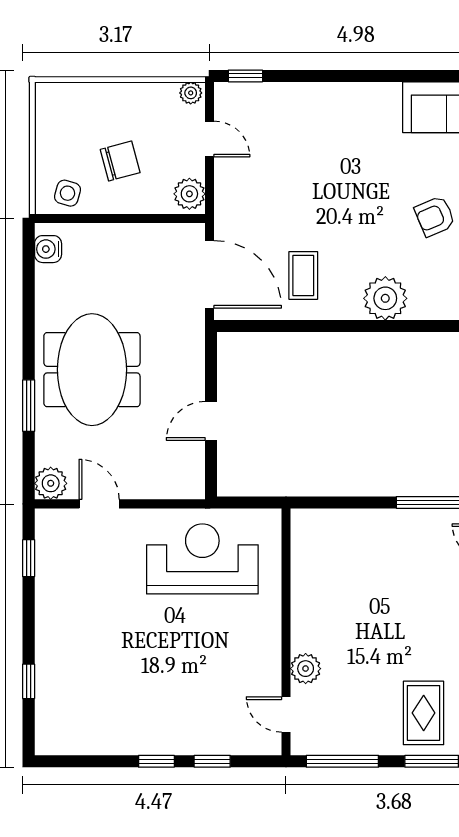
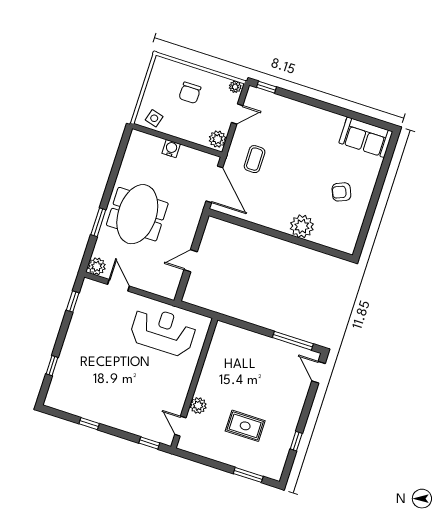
door: (210, 139) -> (237, 114), hinge flipped
chair: (120, 161) -> (190, 93), moved, turned 105
water cooler: (48, 249) -> (171, 149), moved, turned 90
coffee table: (303, 275) -> (255, 159), moved
rug: (424, 713) -> (245, 426), moved, turned 90
window: (156, 761) -> (89, 424), moved
window: (212, 761) -> (149, 443), moved
window: (342, 761) -> (202, 460), removed

